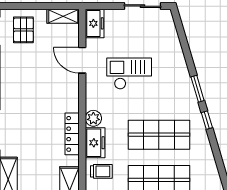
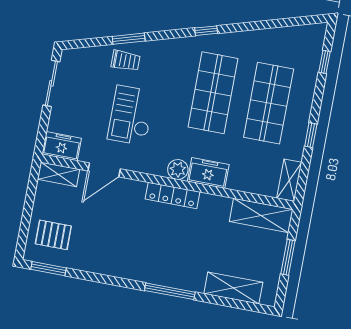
shelving: (63, 16) -> (59, 174), moved, turned 90
window: (198, 89) -> (129, 39), moved
locker: (72, 134) -> (173, 195), moved
trolley: (101, 171) -> (126, 61), moved, turned 90

